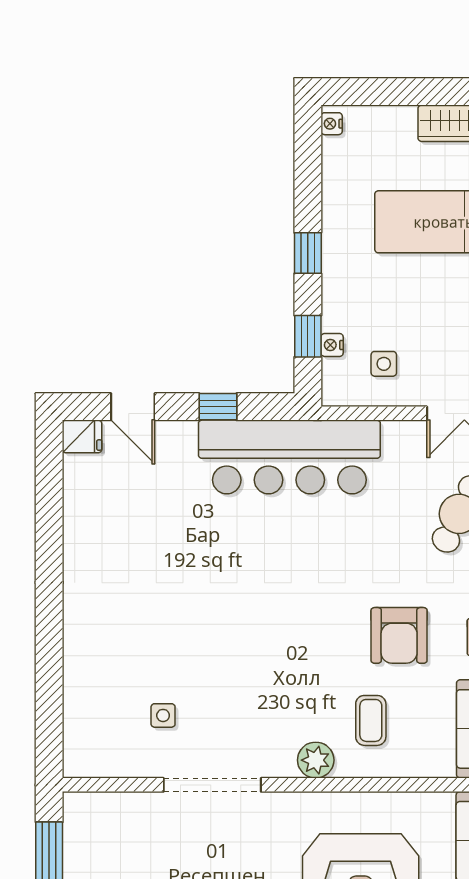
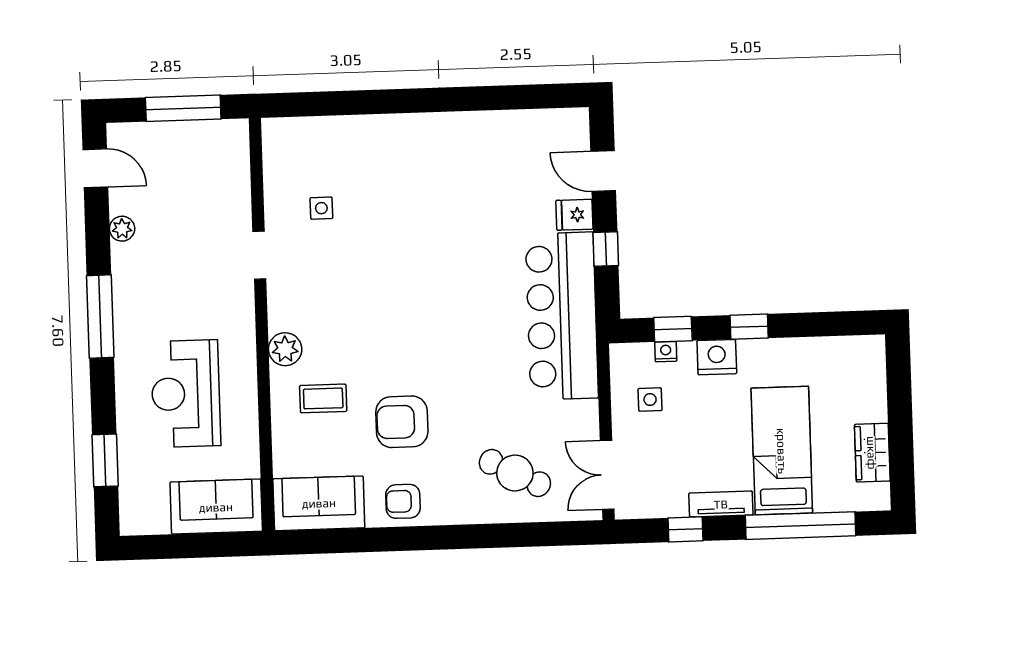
nightstand: (332, 124) -> (717, 357), moved, width x1.89, depth x1.79
door: (133, 407) -> (603, 171), hinge flipped
fridge: (82, 436) -> (574, 215), moved, turned 90
doorway: (212, 785) -> (259, 255), width x0.53

